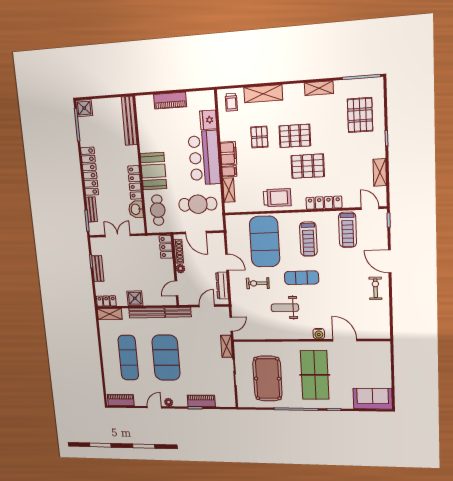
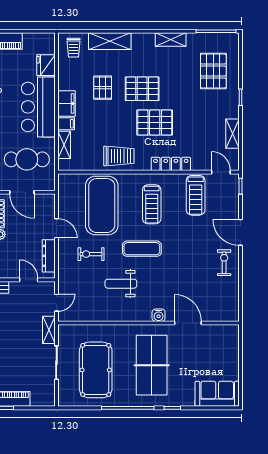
door: (207, 306) -> (29, 280), hinge flipped

